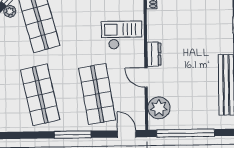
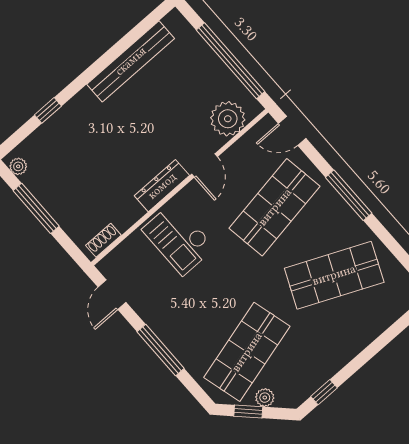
dresser: (154, 54) -> (162, 186), width x1.44
shop shelf: (40, 95) -> (334, 275), turned 36
door: (127, 134) -> (292, 131), hinge flipped

